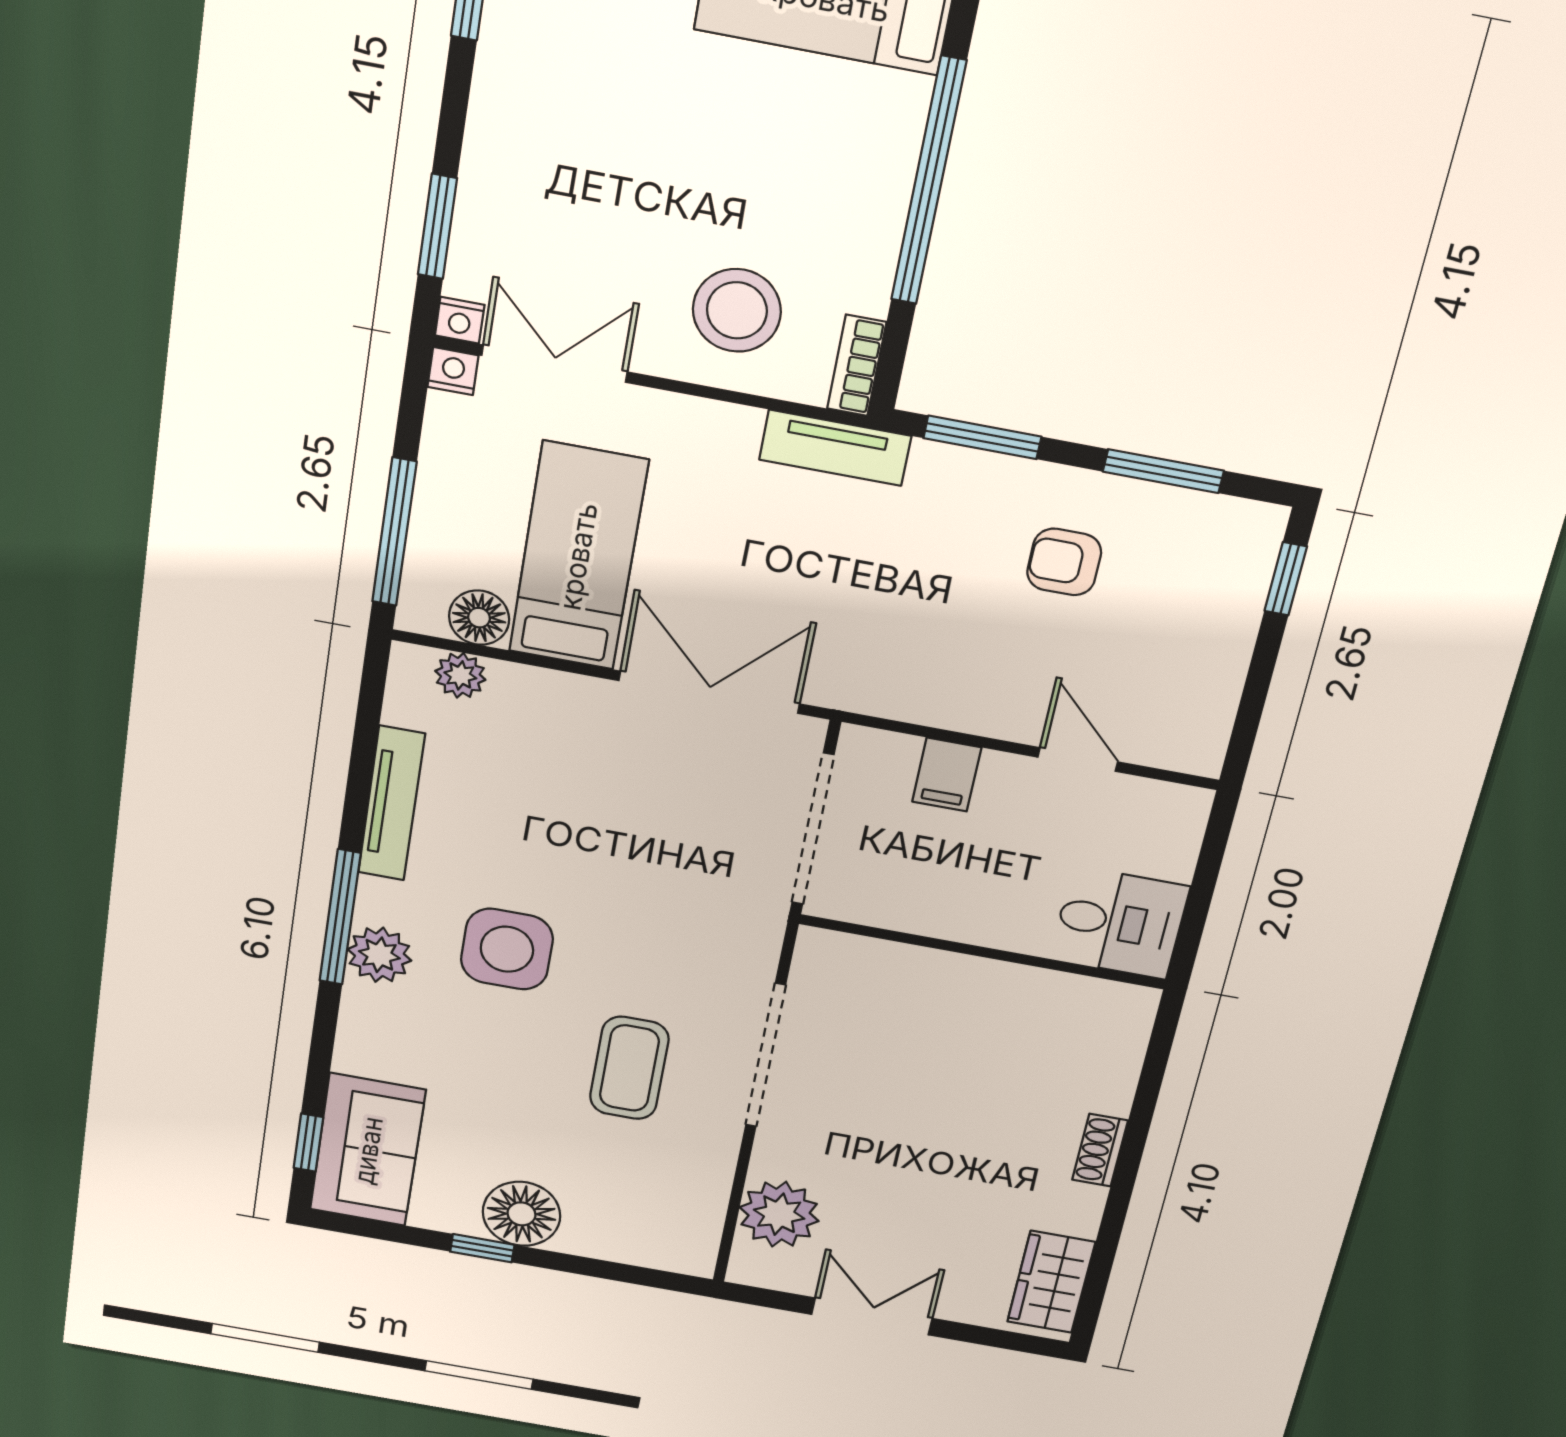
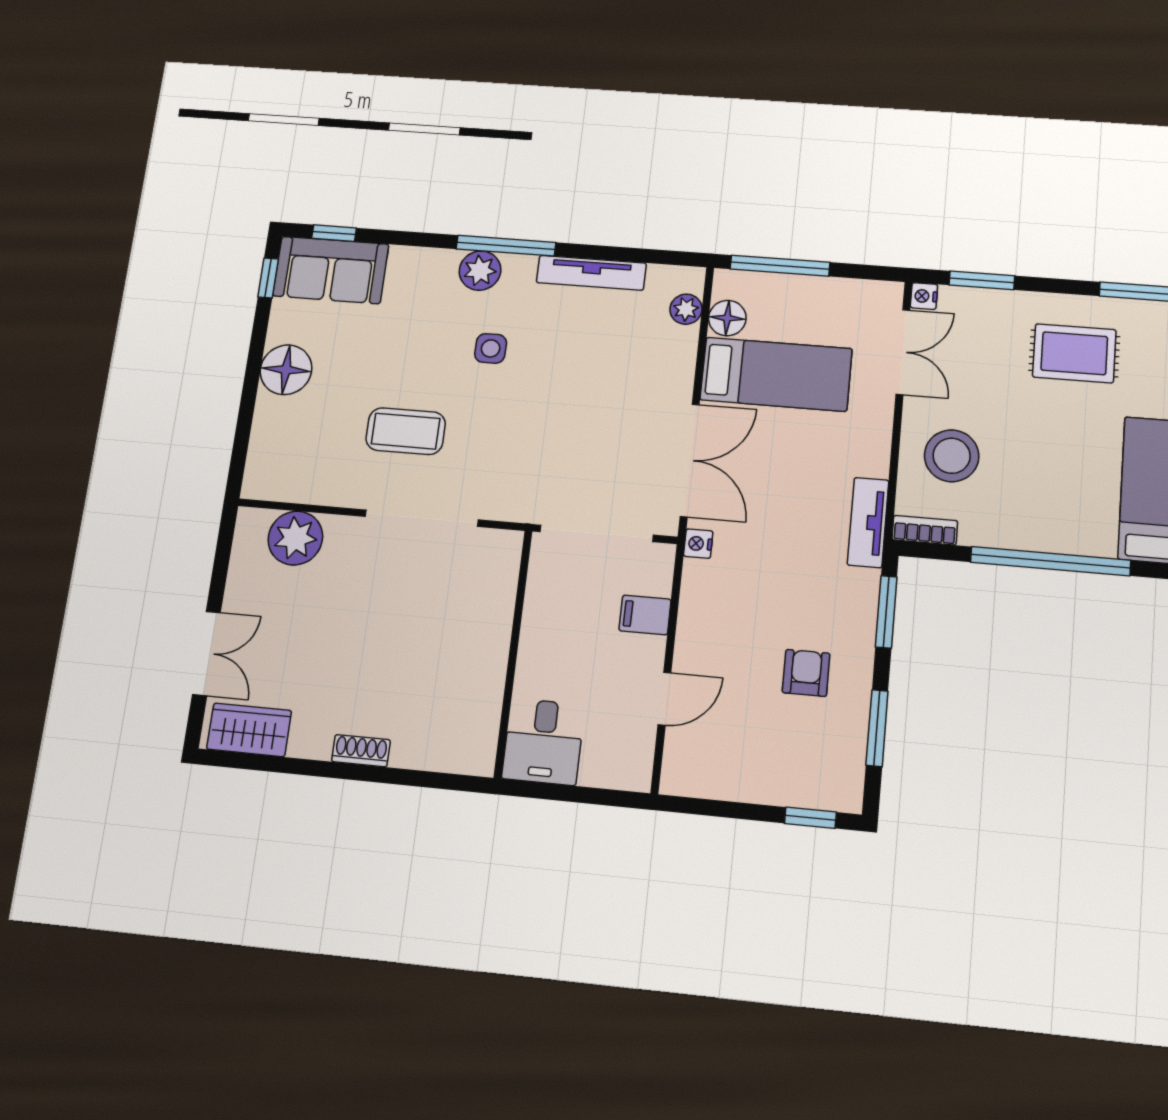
rug: (576, 96) -> (1074, 353), added
nightstand: (453, 371) -> (698, 544), moved, turned 180
side table: (507, 949) -> (491, 348), width x0.54, depth x0.54
window: (482, 1248) -> (268, 278), moved
double door: (872, 1316) -> (206, 653), moved

